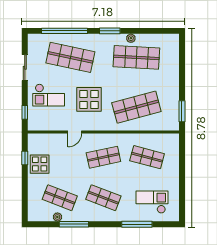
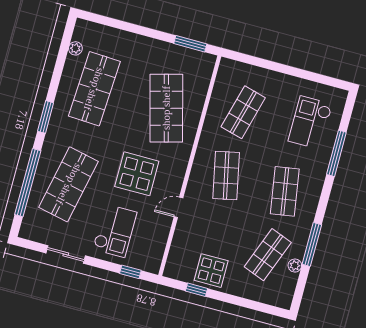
plant: (131, 38) -> (75, 48), moved
door: (75, 132) -> (179, 207), swing flipped
shop shelf: (103, 198) -> (285, 191), turned -30

